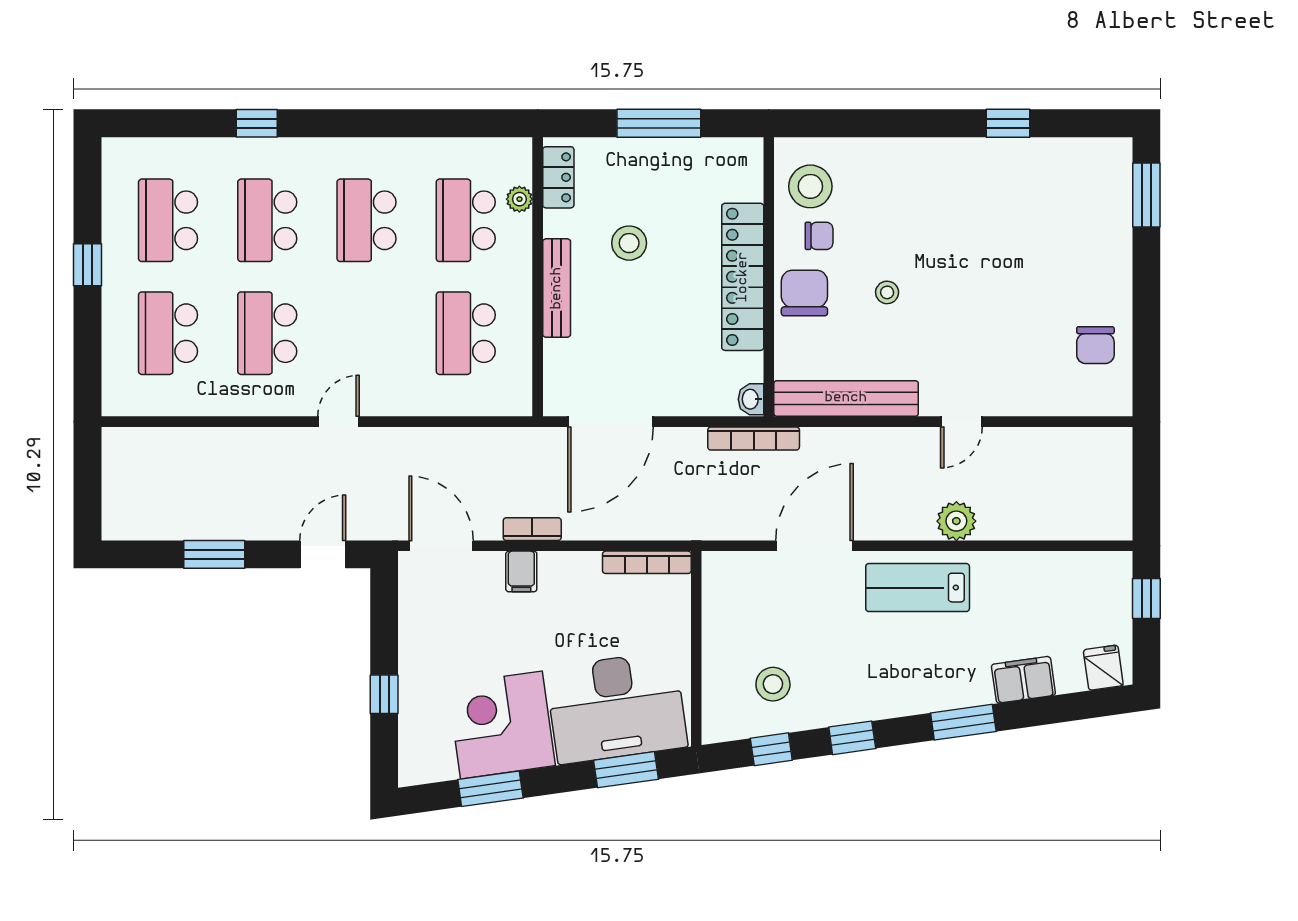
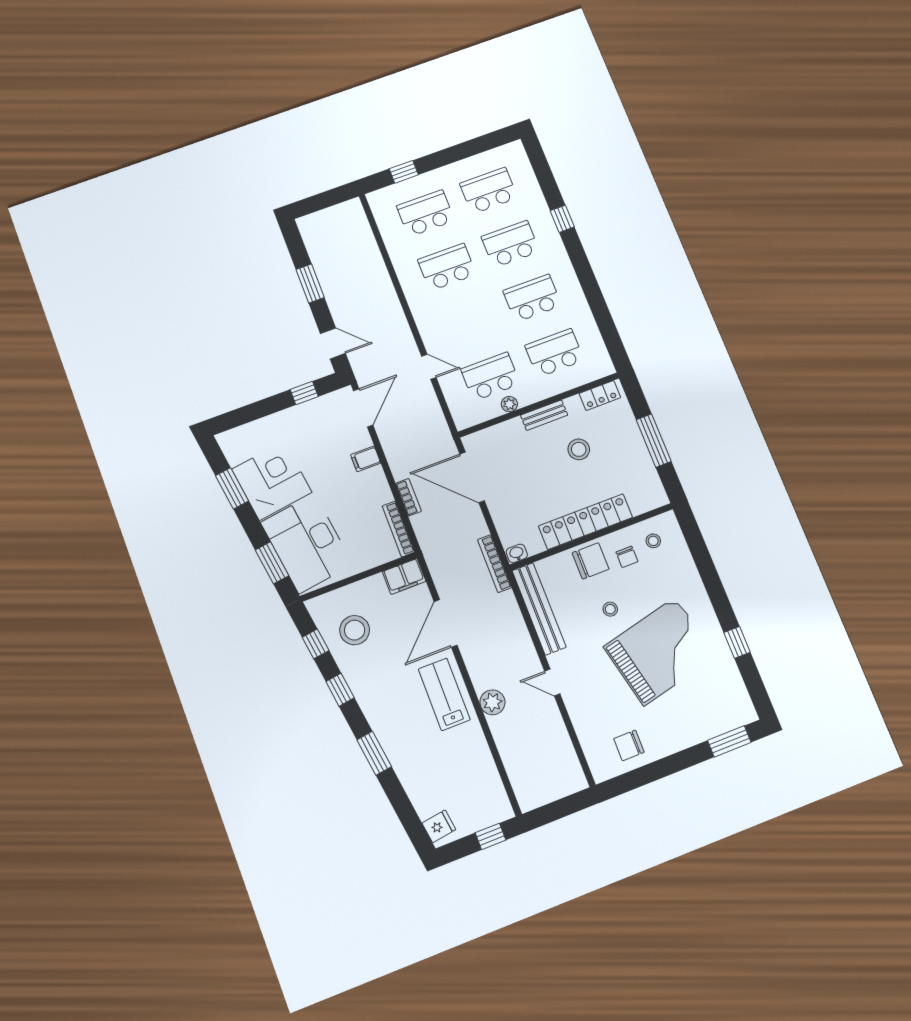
stool: (810, 186) -> (653, 541), width x0.53, depth x0.53
plant: (519, 199) -> (509, 404), moved
grand piano: (977, 244) -> (660, 651), added
window: (87, 265) -> (404, 172), moved
bench: (557, 288) -> (544, 415), width x0.73
door: (338, 422) -> (429, 367), moved
bookcase: (532, 529) -> (408, 497), moved
door: (814, 546) -> (446, 623), swing flipped
filing cabinet: (1023, 680) -> (404, 576), moved, turned 98
stool: (773, 684) -> (355, 630), width x1.38, depth x1.38
window: (384, 694) -> (304, 393), moved

